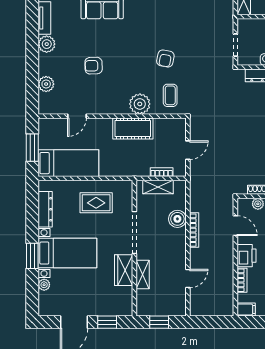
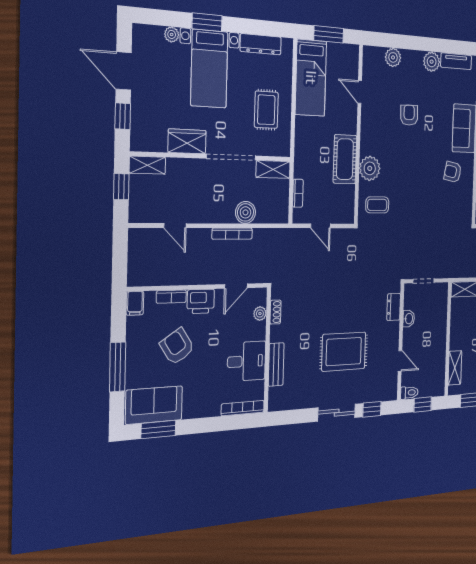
armchair: (165, 59) -> (453, 172), moved
shelving: (158, 187) -> (273, 169), moved, turned 90
shelving: (143, 274) -> (147, 165), moved

